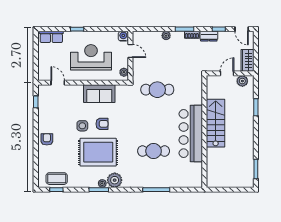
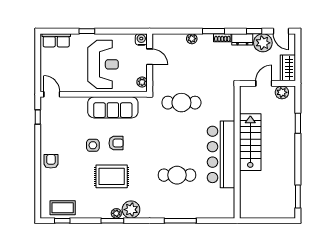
plant: (226, 39) -> (263, 43), added
reception desk: (91, 57) -> (103, 64), turned 90
door: (58, 83) -> (52, 94), moved
sofa: (99, 94) -> (113, 107), width x1.36
rug: (98, 152) -> (112, 176), width x0.73, depth x0.69

